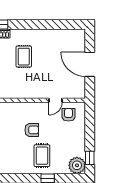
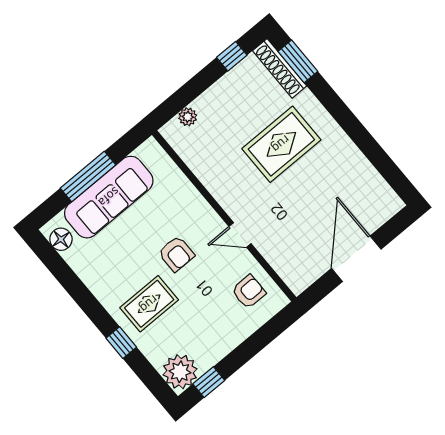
rug: (24, 57) -> (281, 144), width x1.36, depth x1.43
door: (56, 100) -> (240, 235), moved

